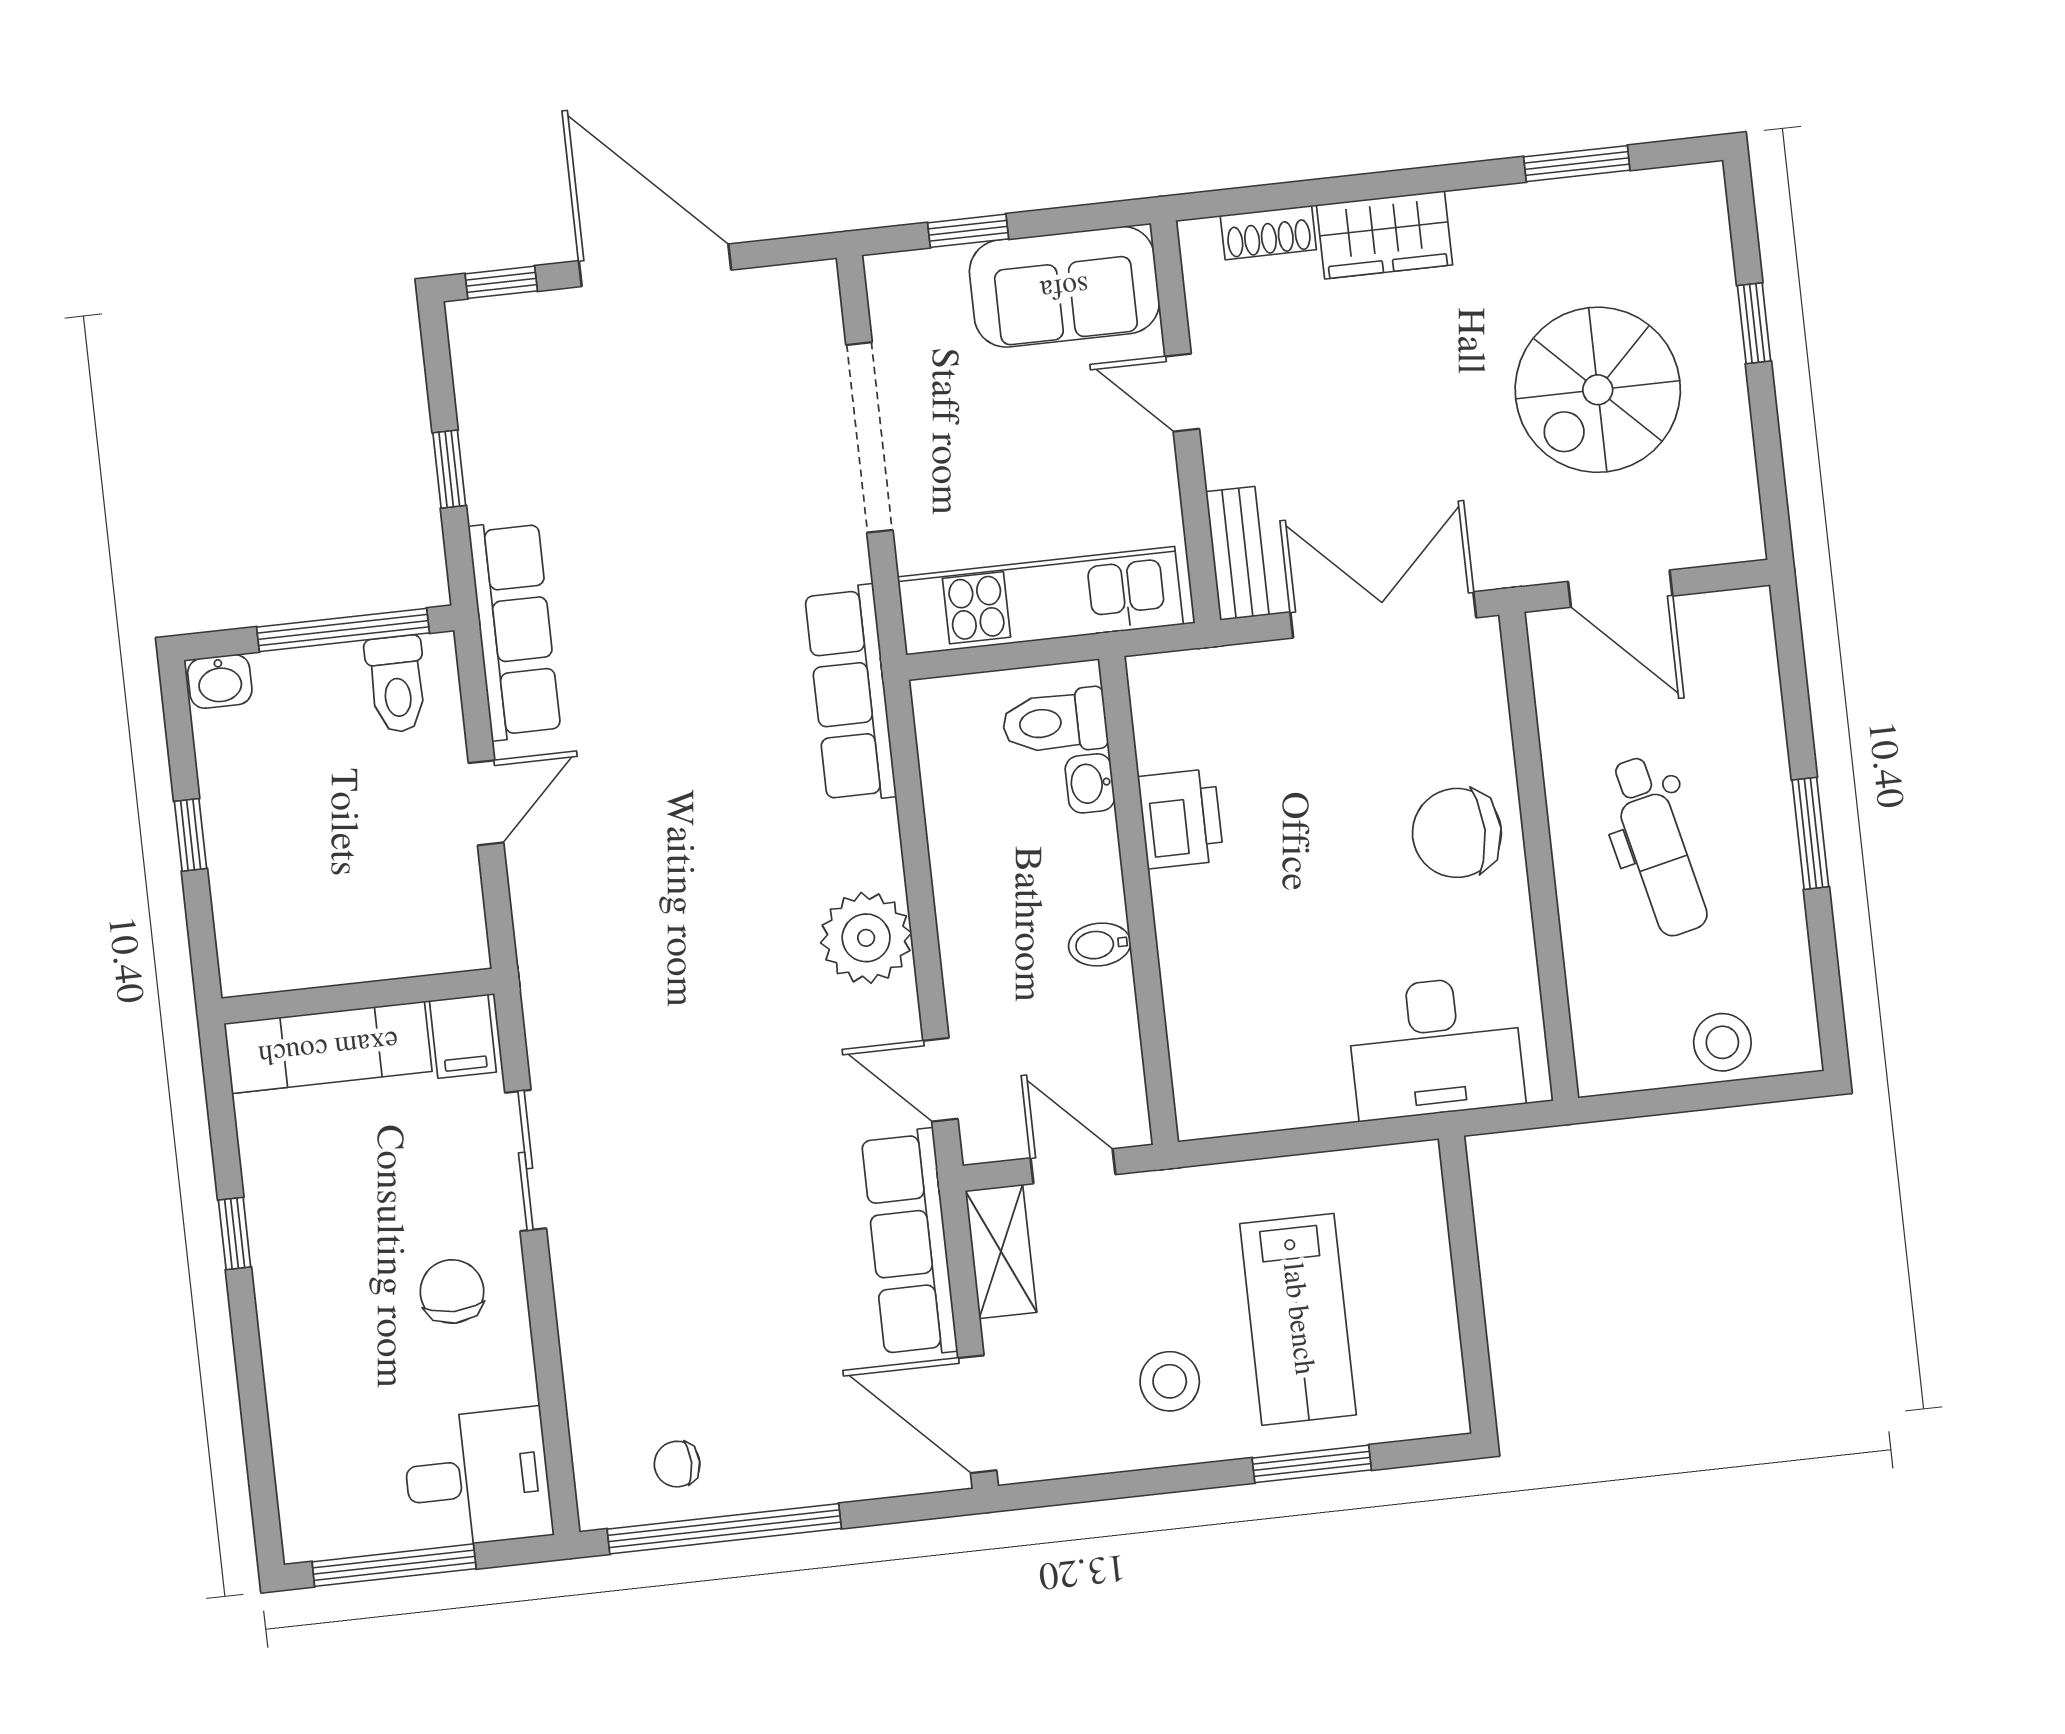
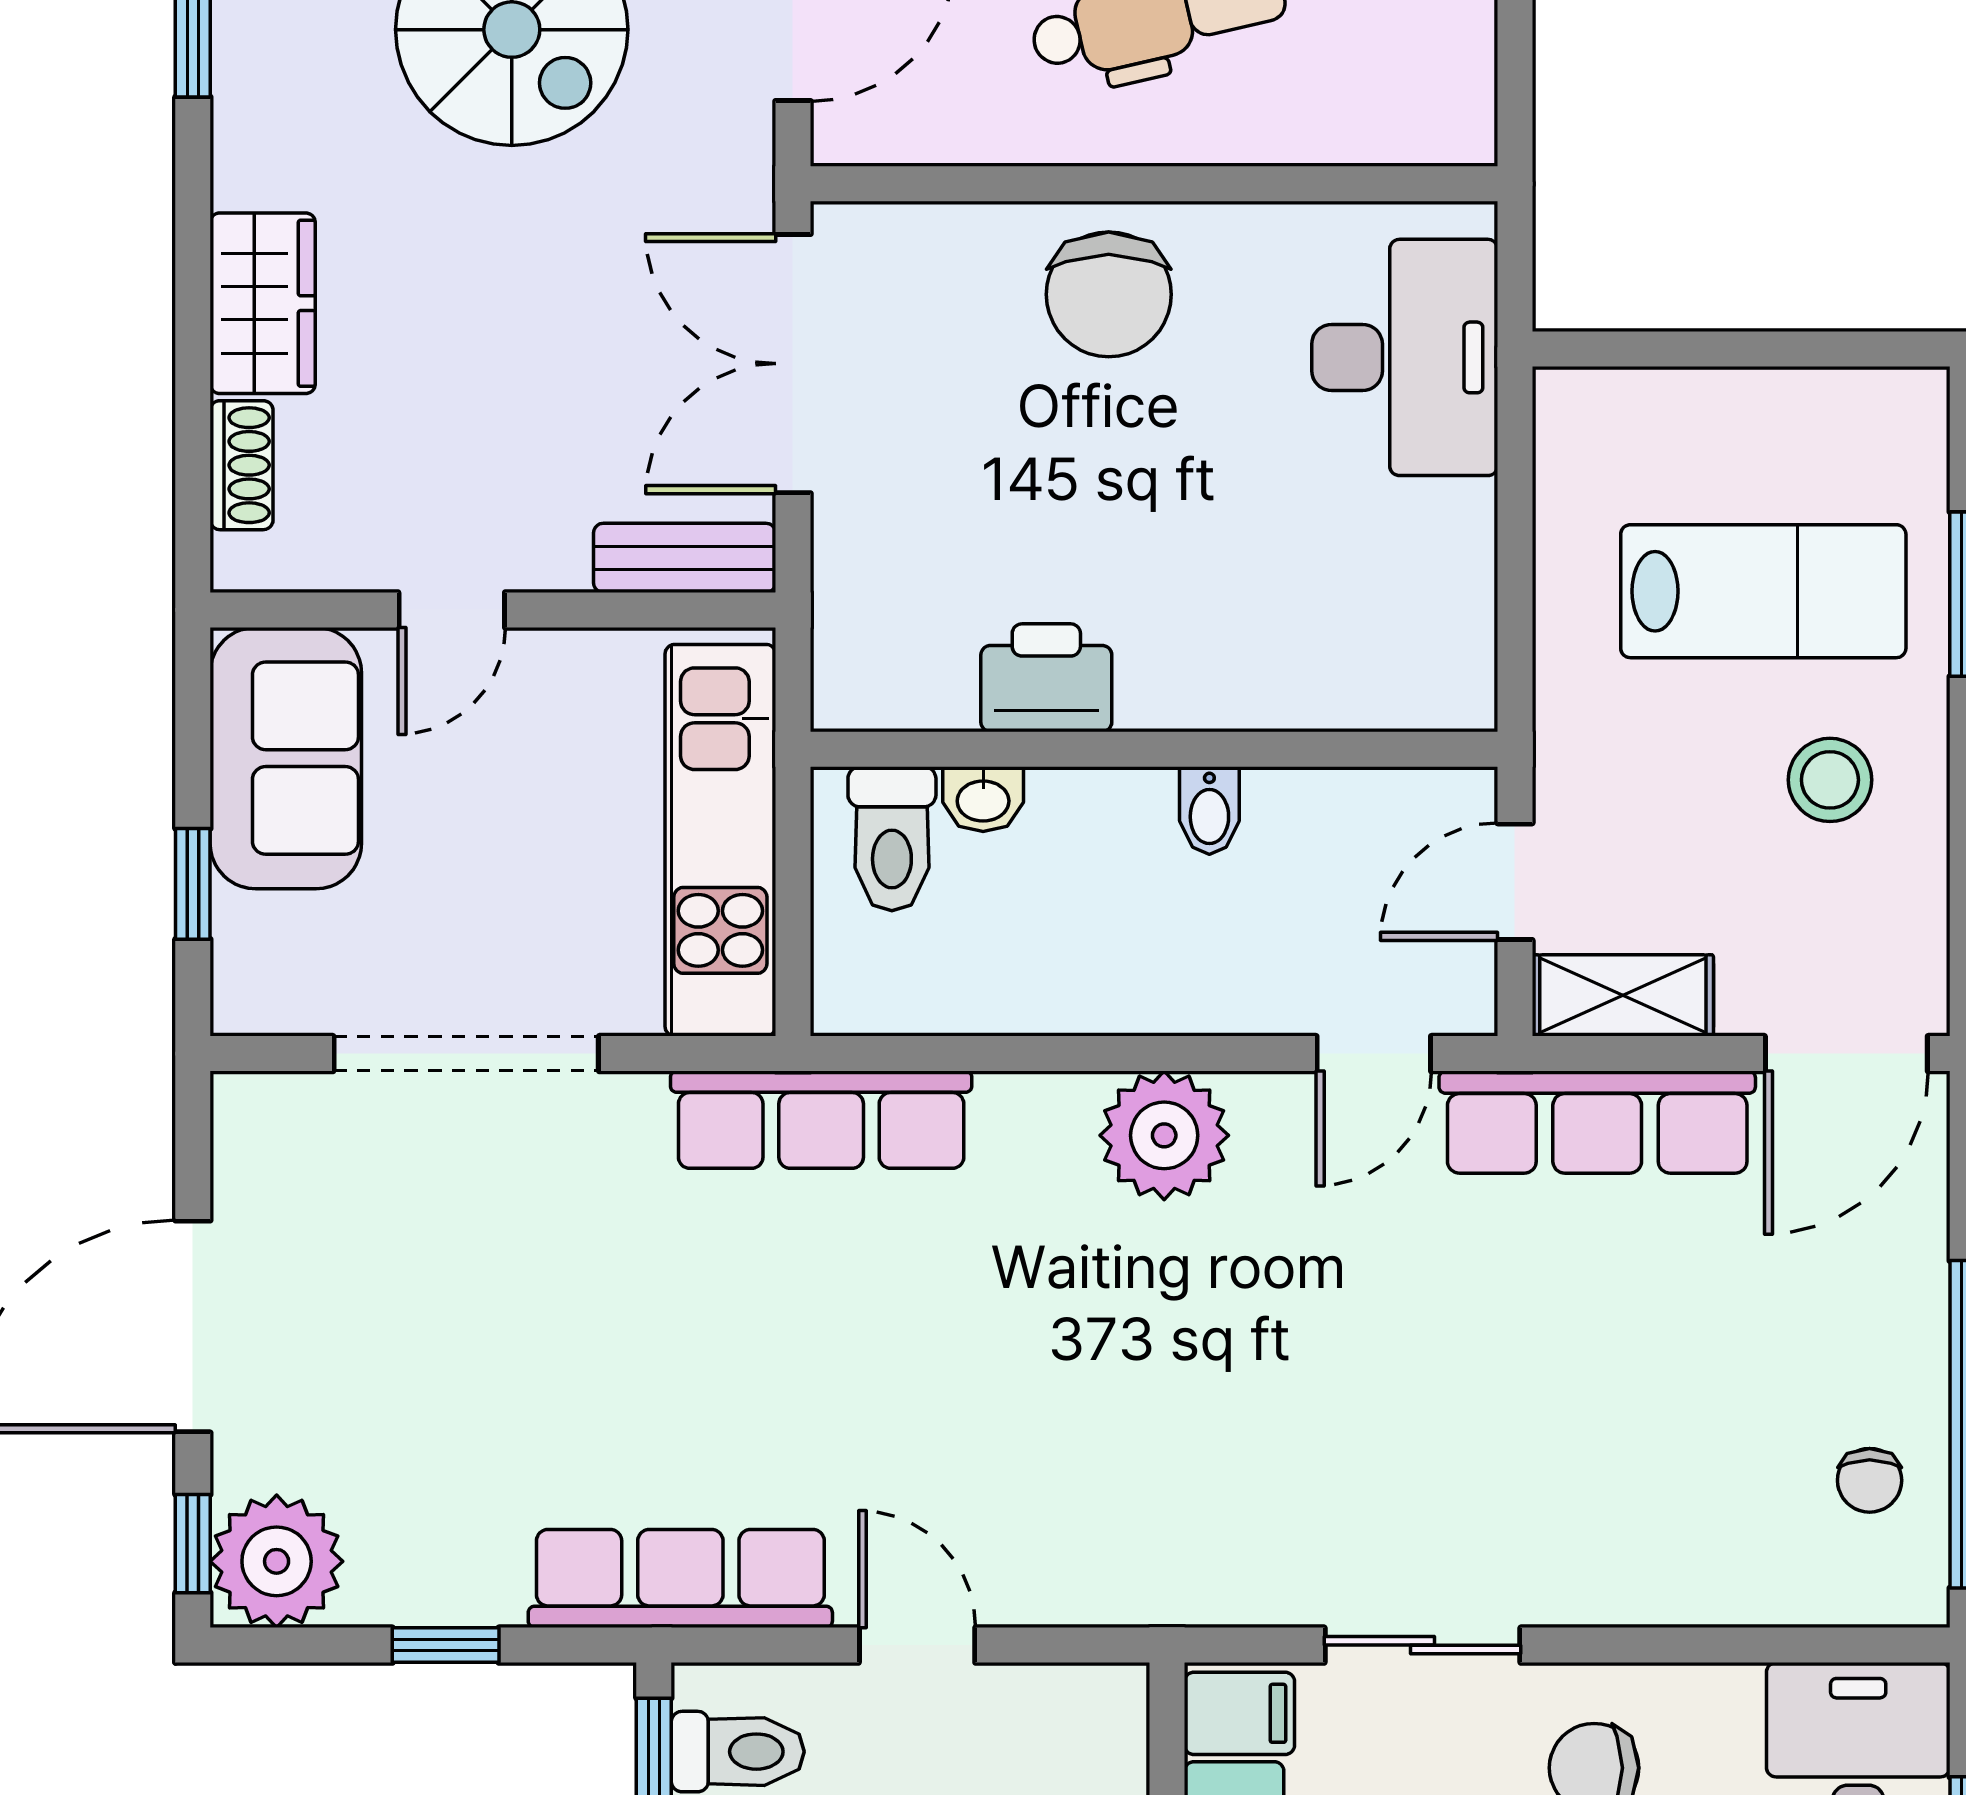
plant: (495, 343) -> (277, 1561), added

